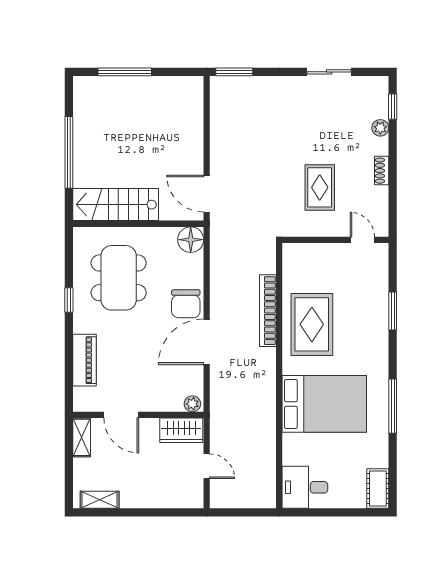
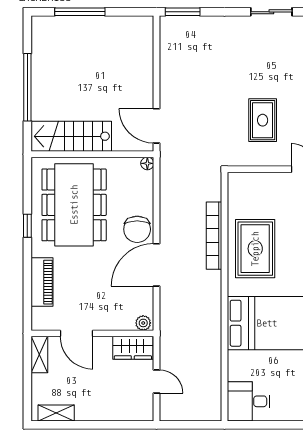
floor lamp: (191, 240) -> (147, 163), width x0.53, depth x0.53
dining table: (119, 278) -> (74, 205), width x1.36, depth x1.24

